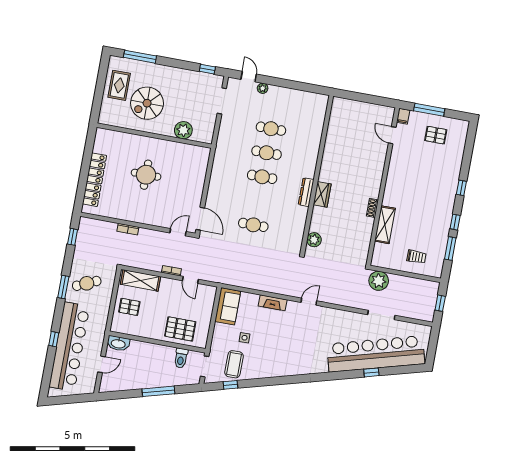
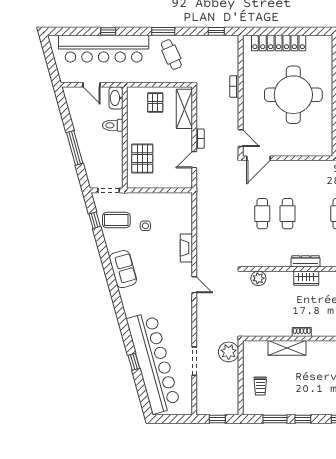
round table: (146, 175) -> (293, 95), width x1.86, depth x1.86
cafe table: (262, 177) -> (288, 214), moved
sofa: (228, 306) -> (123, 269), moved, turned -105
toilet: (181, 358) -> (113, 125), moved

